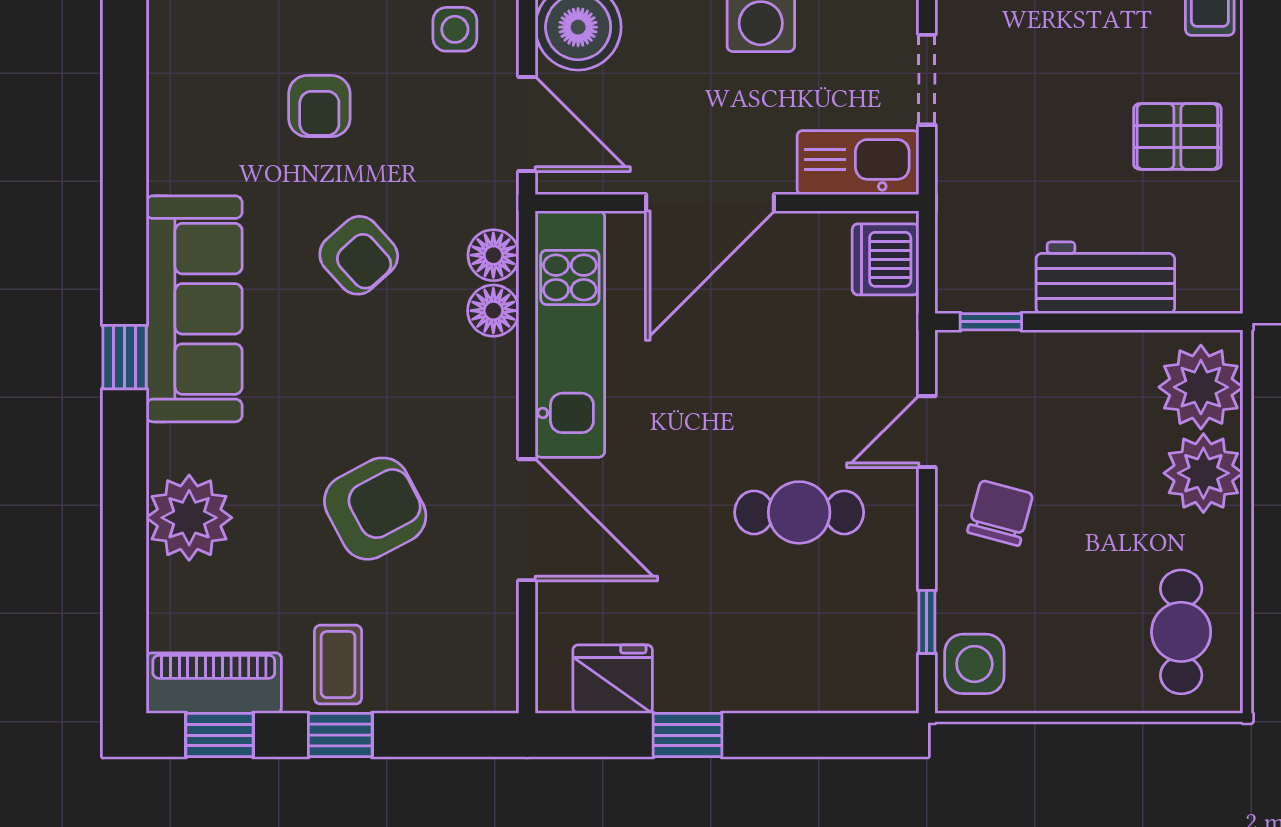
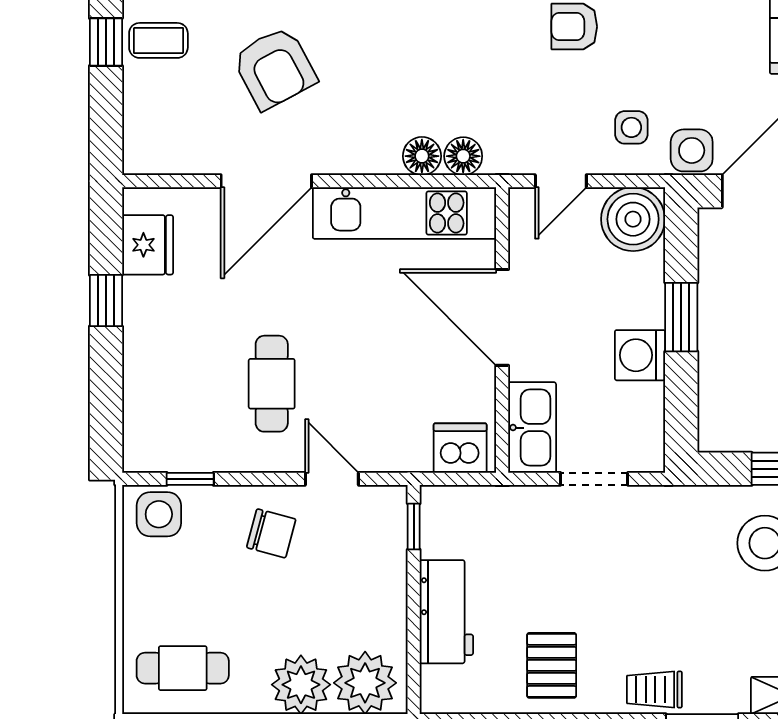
door: (527, 124) -> (561, 181), width x0.73
armchair: (359, 255) -> (463, 56), removed

